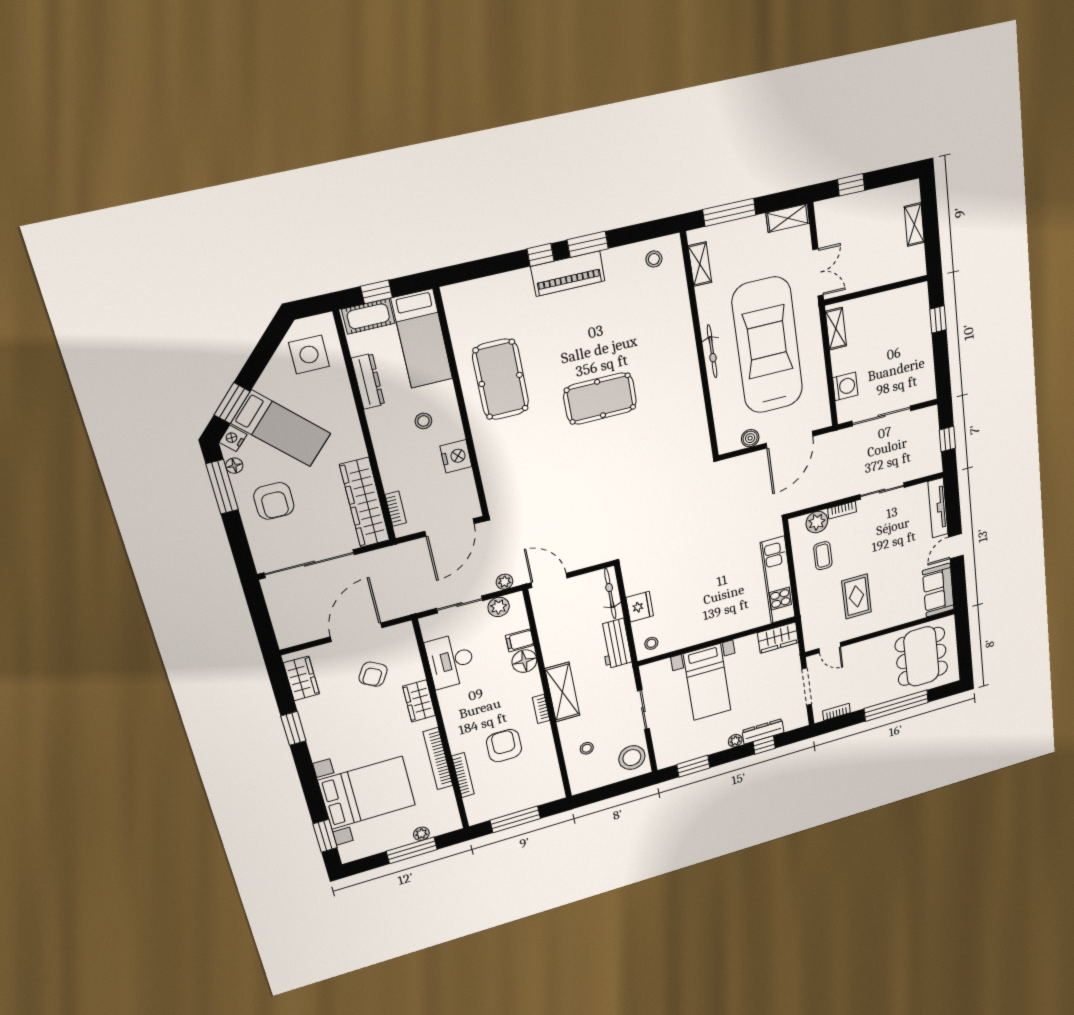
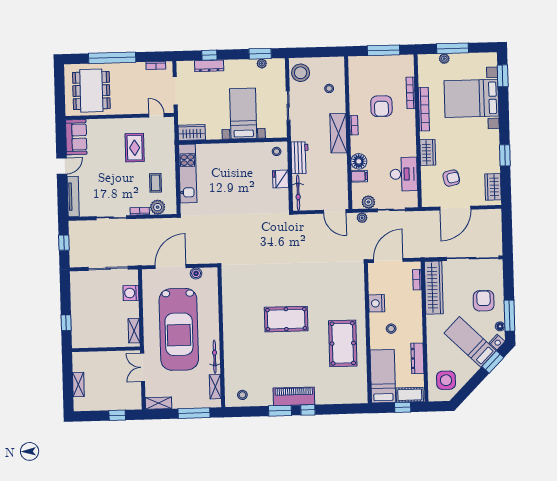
bicycle: (712, 351) -> (215, 357), moved
armchair: (373, 674) -> (451, 178), turned 48
plant: (735, 741) -> (262, 63), moved

